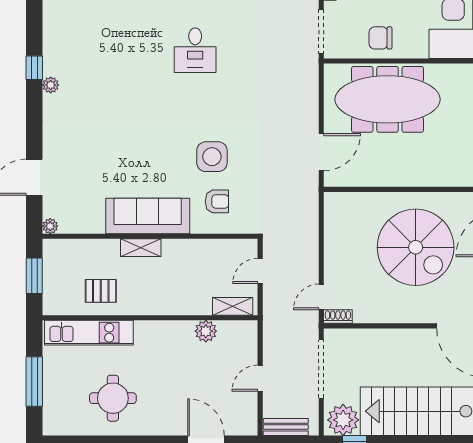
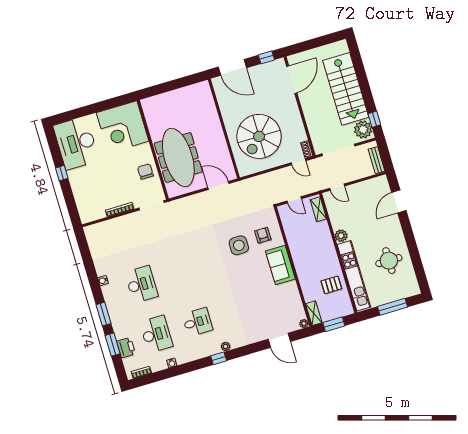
chair: (380, 38) -> (145, 171), turned 180
desk: (195, 50) -> (197, 322), moved
sofa: (148, 216) -> (280, 265), width x0.73
spiral stairs: (416, 247) -> (259, 136), moved, turned 180
shelving: (141, 248) -> (314, 313), moved
pallet: (101, 291) -> (331, 285), turned 90
plant: (206, 331) -> (341, 236), moved
kitchen unit: (89, 333) -> (354, 276), width x1.36
door: (260, 378) -> (337, 187), moved

